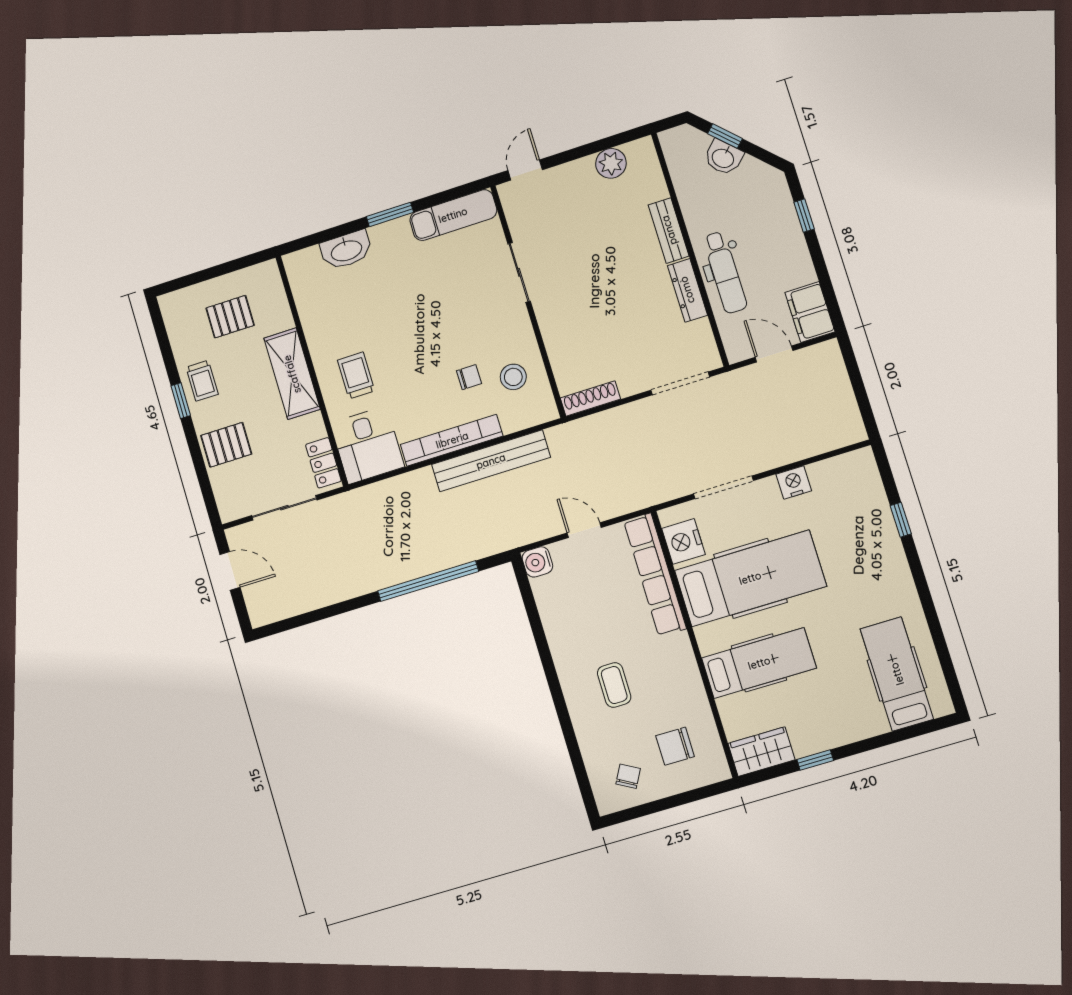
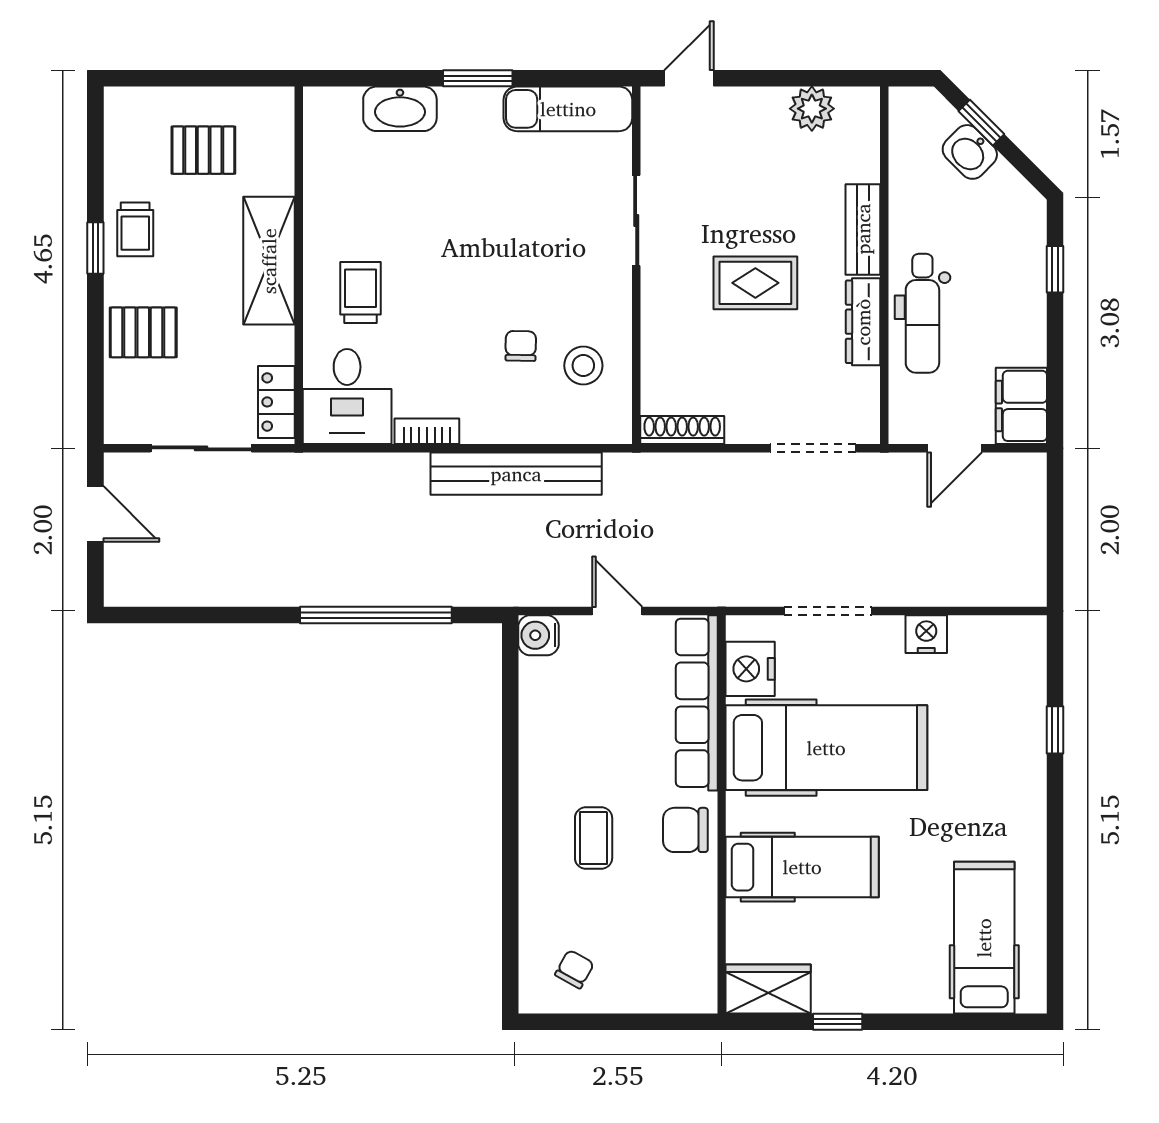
rug: (609, 288) -> (755, 283), added
door: (774, 354) -> (955, 448), swing flipped
chair: (469, 377) -> (521, 346), turned -89
bookcase: (452, 440) -> (427, 431), width x0.43, depth x0.76
chair: (675, 746) -> (685, 830), moved

